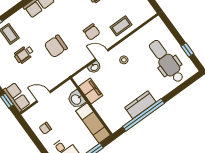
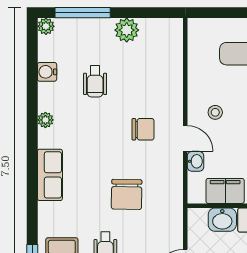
coffee table: (121, 26) -> (164, 82), removed
door: (102, 55) -> (185, 138), swing flipped

